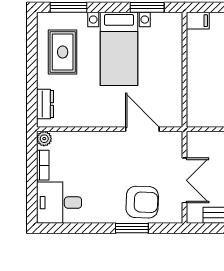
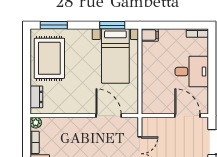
bed with nightstands: (119, 49) -> (115, 56), moved
rug: (63, 52) -> (49, 58), width x1.36, depth x1.43

